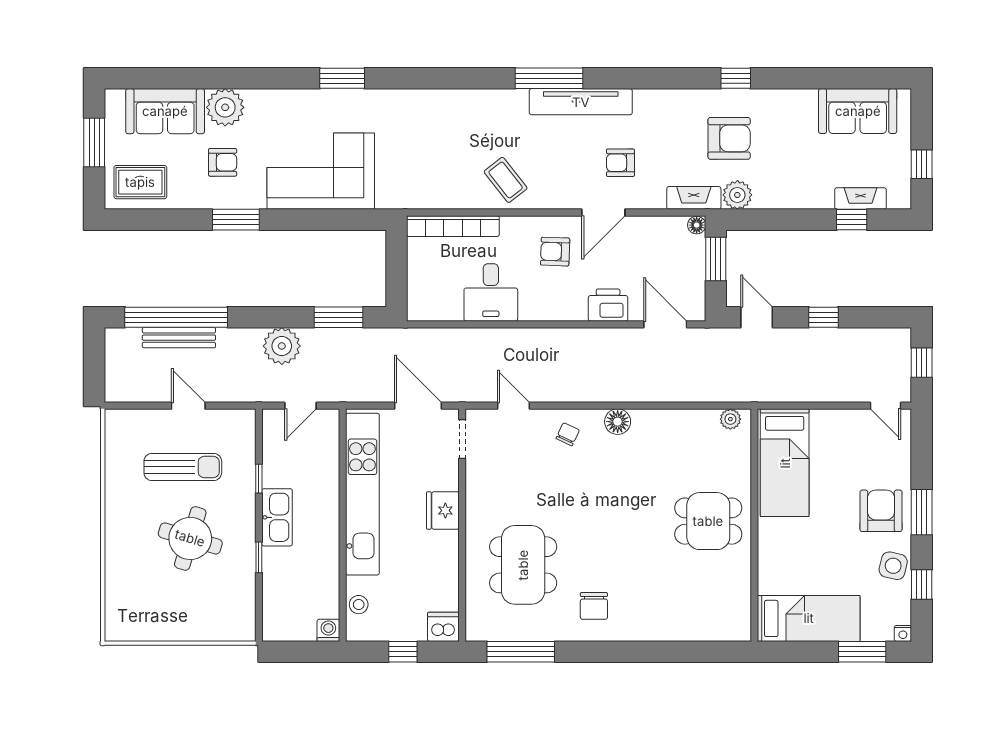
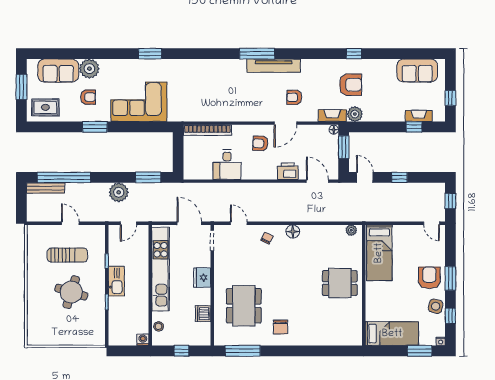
coffee table: (506, 180) -> (235, 106), removed
bench: (179, 338) -> (46, 188), moved
dishwasher: (443, 627) -> (203, 314), moved, turned -90

